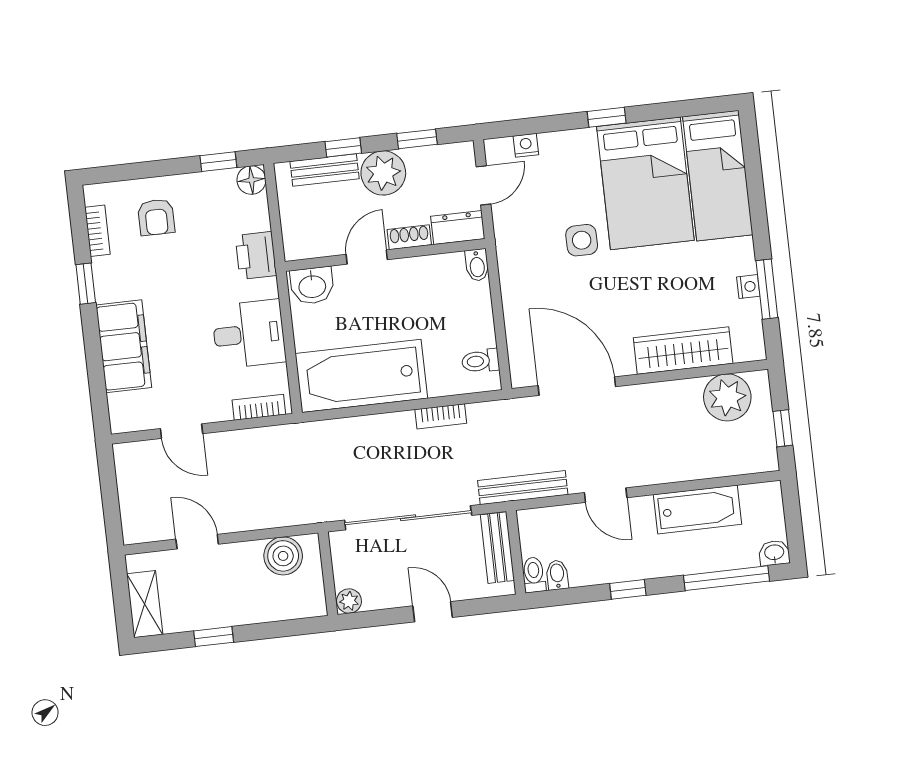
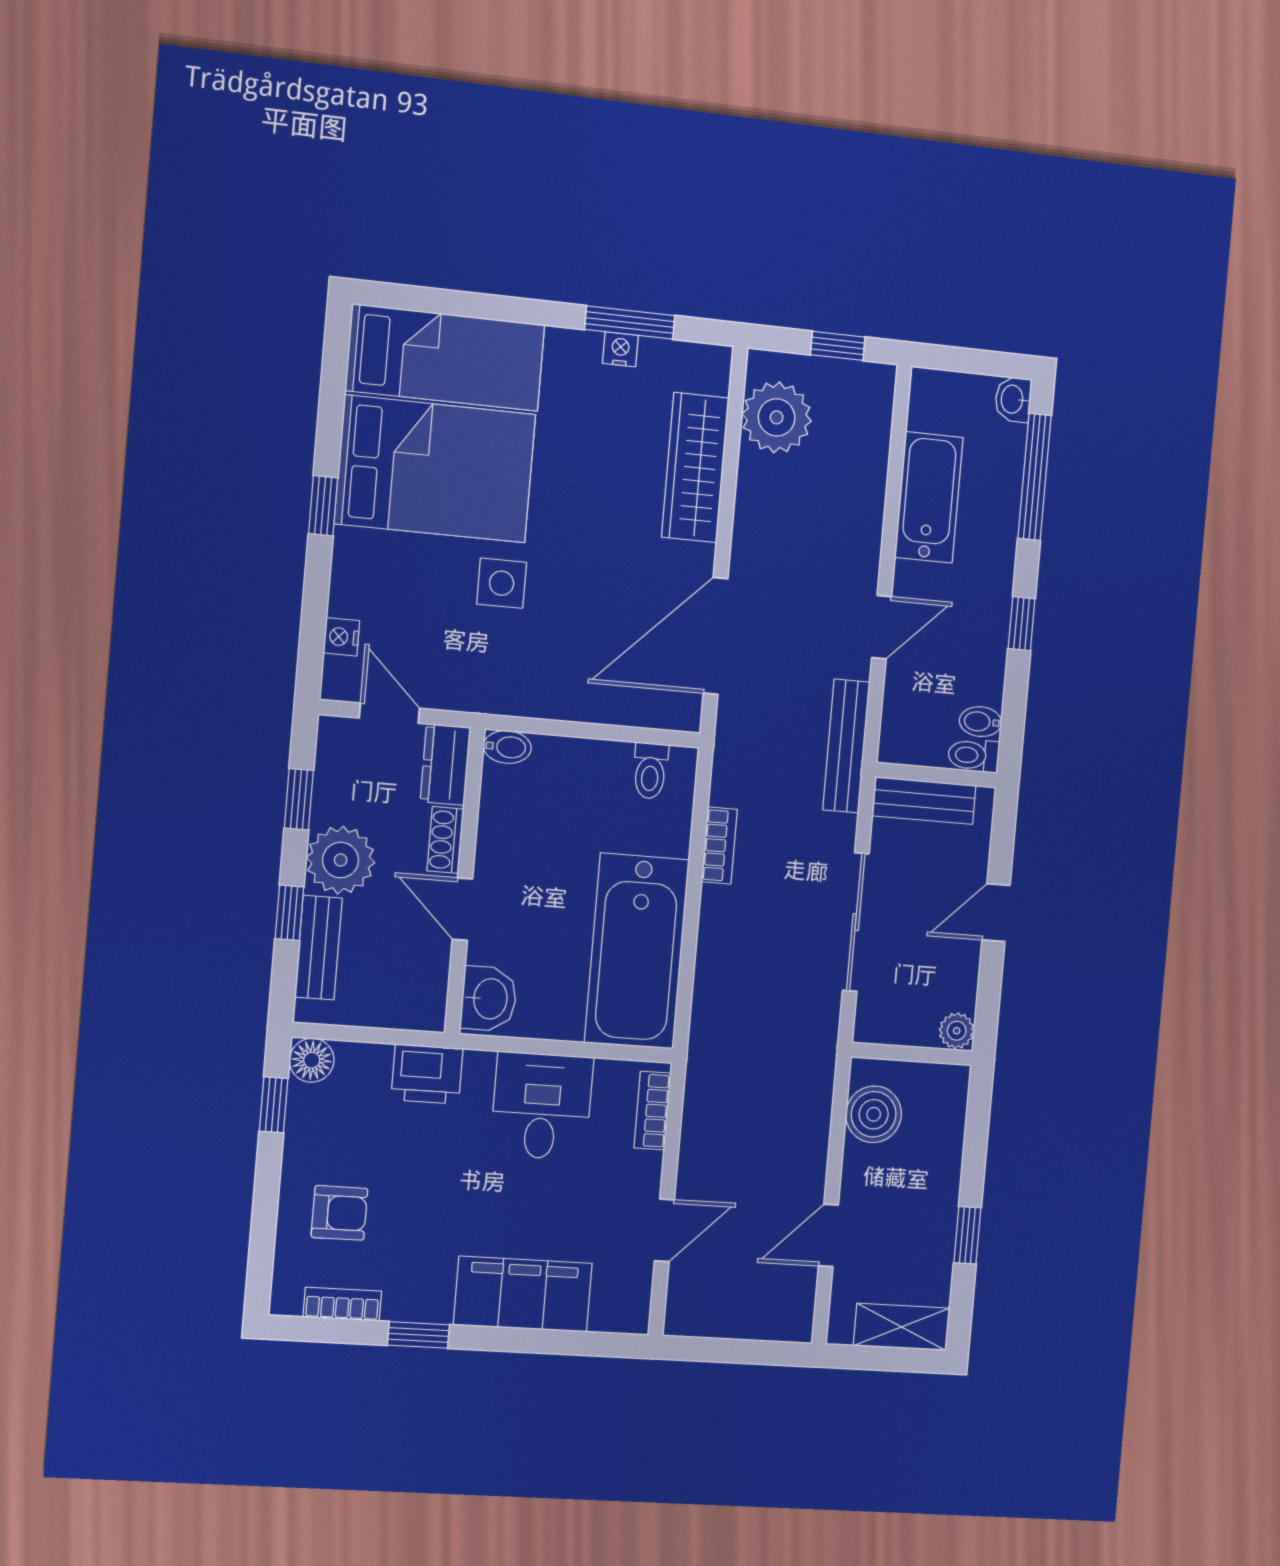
sliding door: (408, 518) -> (856, 922), width x0.73

